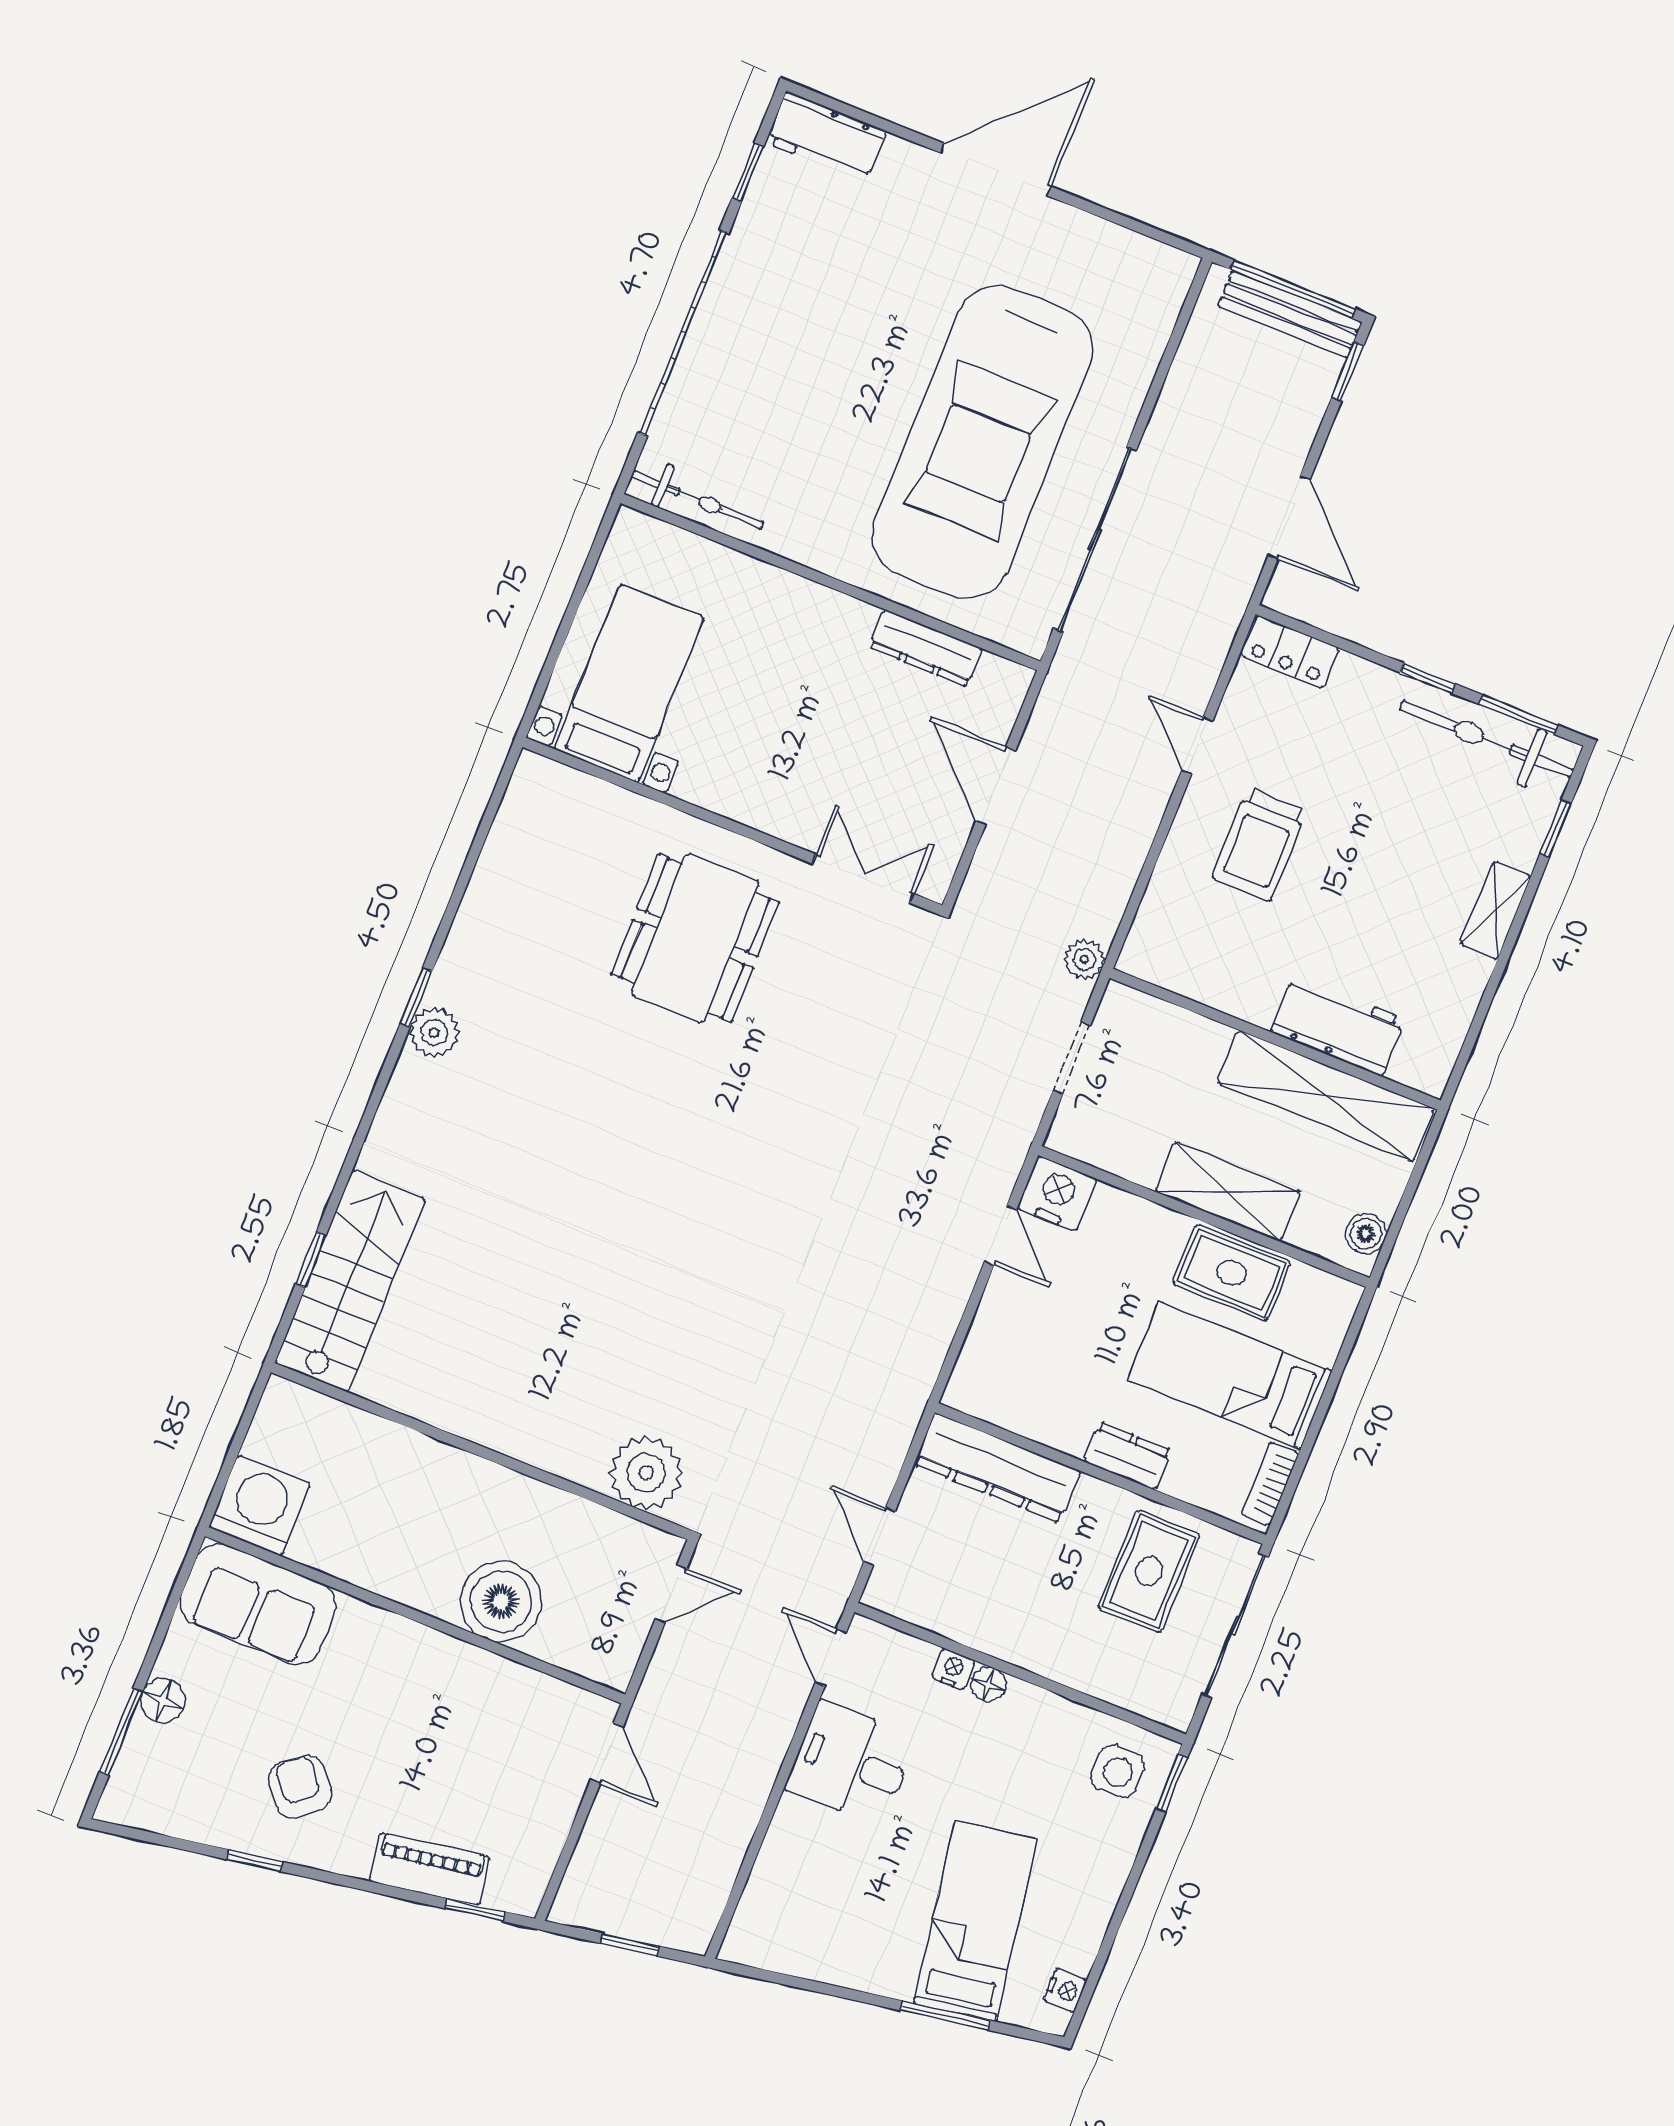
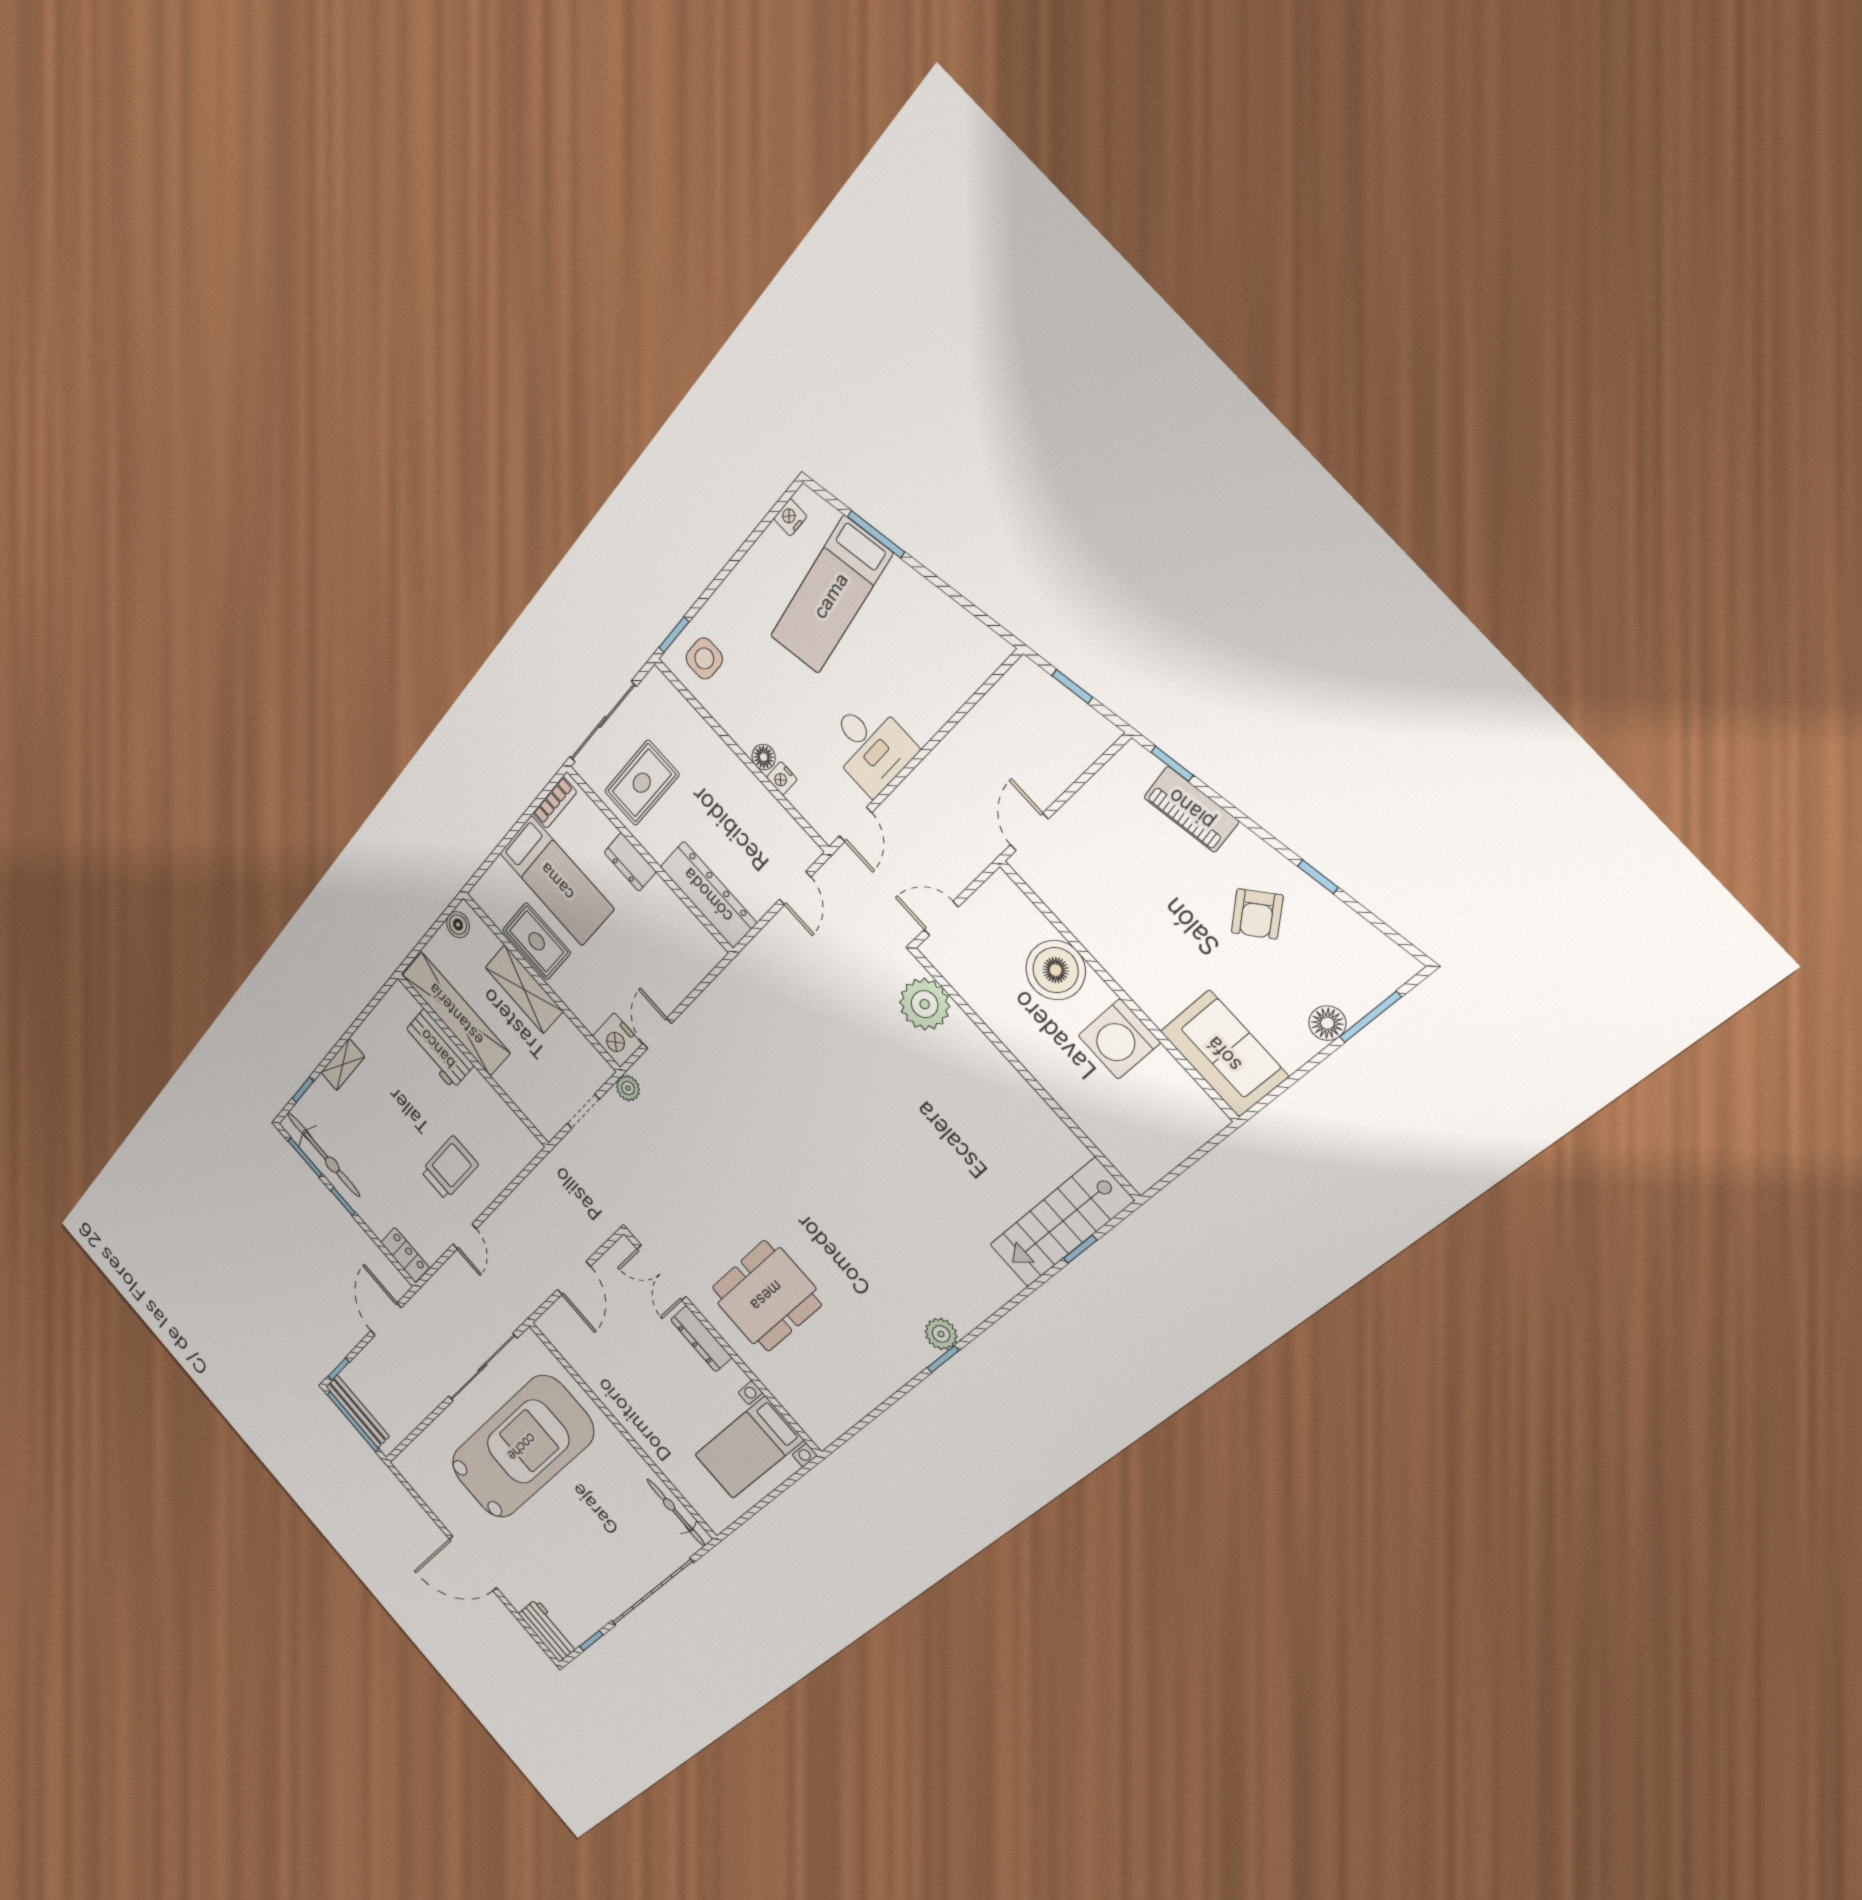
dresser: (926, 648) -> (701, 1339), moved, turned 180
plant: (1085, 959) -> (628, 1088), moved
washing machine: (260, 1505) -> (1119, 1039), moved

